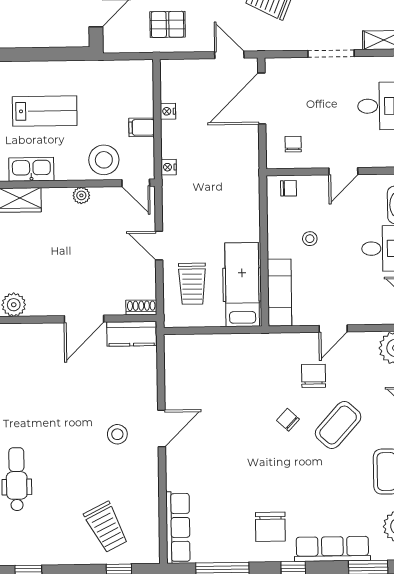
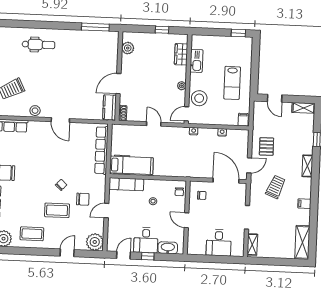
pallet: (168, 24) -> (266, 146), moved
lab bench: (45, 111) -> (232, 83), moved
filing cabinet: (142, 127) -> (243, 120), moved
door: (159, 246) -> (154, 124), hinge flipped
trolley: (192, 284) -> (133, 140), removed
door: (84, 319) -> (118, 84), hinge flipped
door: (333, 329) -> (106, 211), hinge flipped
row of seats: (216, 345) -> (102, 150), added
coffee table: (338, 425) -> (57, 210), turned -42
stool: (117, 434) -> (35, 111), moved

